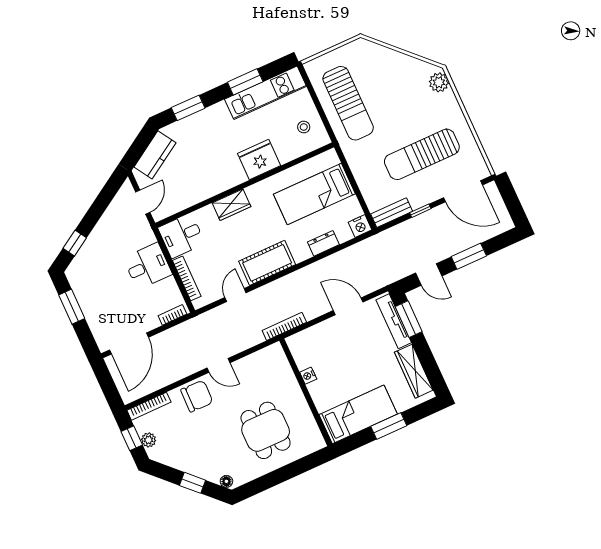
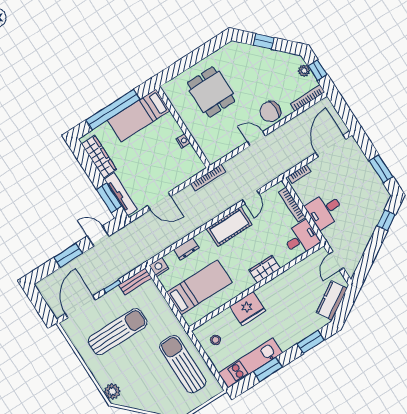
door: (463, 191) -> (80, 307), hinge flipped
window: (389, 426) -> (113, 110), width x2.11
floor lamp: (226, 481) -> (237, 47), removed

